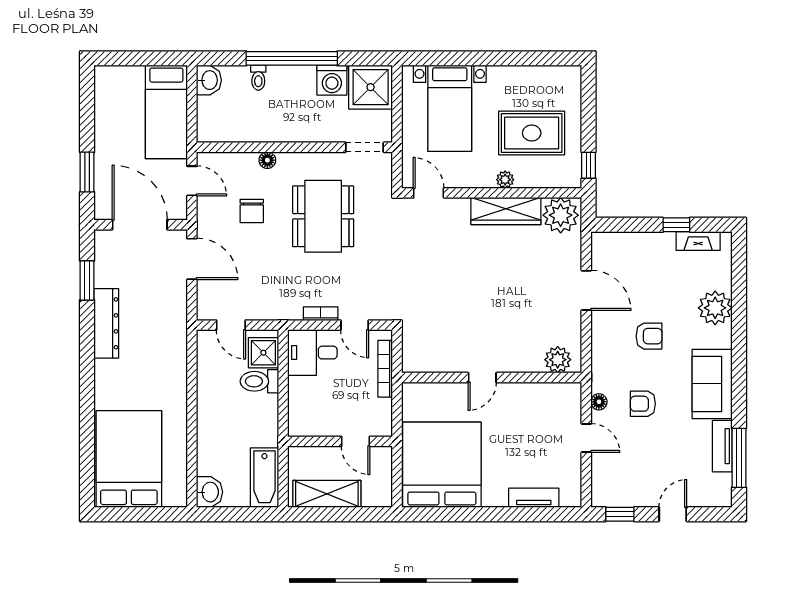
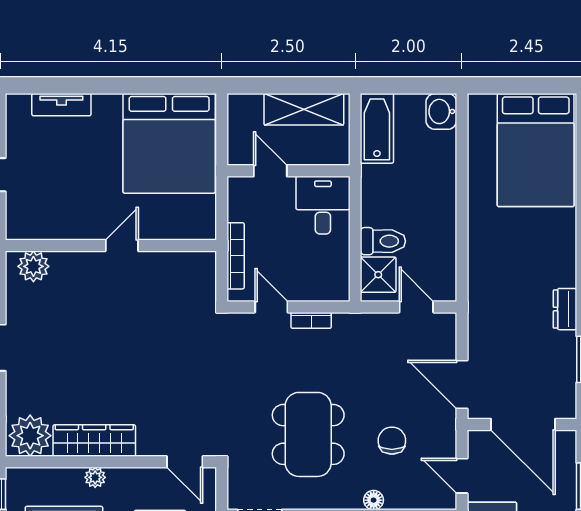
dresser: (106, 323) -> (565, 309), width x0.51, depth x0.80
desk: (312, 353) -> (323, 205), moved, turned -90

